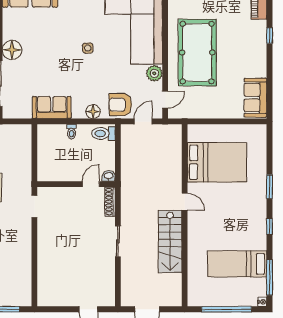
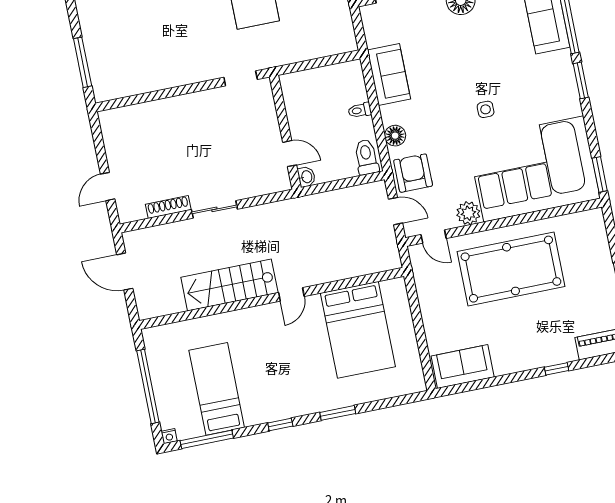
shoe rack: (110, 202) -> (168, 207), moved

